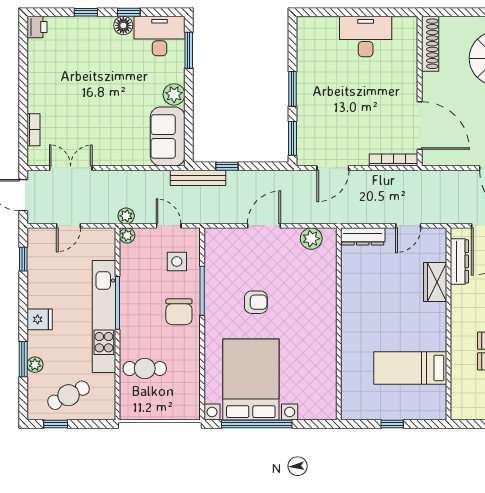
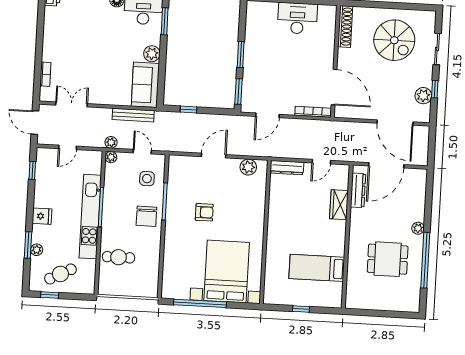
bench: (198, 178) -> (133, 115), moved
bed with nightstands: (251, 380) -> (227, 271), moved

